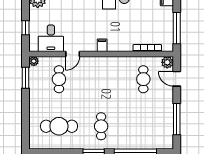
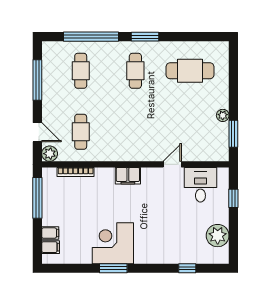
filing cabinet: (102, 45) -> (128, 176), width x2.00
plant: (34, 61) -> (223, 115), moved
cafe table: (59, 79) -> (81, 71), moved

